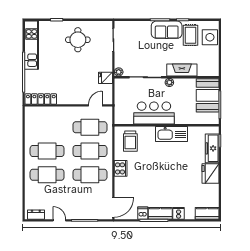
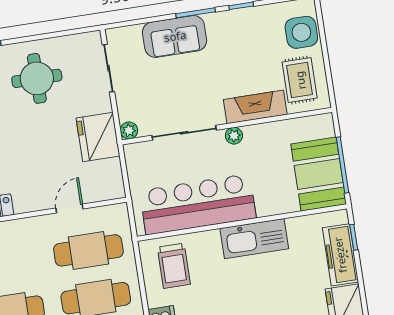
sofa: (167, 30) -> (175, 36), moved
rug: (191, 35) -> (300, 80), moved
fridge: (105, 78) -> (98, 137), width x1.88, depth x1.34
booth: (208, 95) -> (319, 174), moved
door: (95, 105) -> (69, 209), moved
bar counter: (154, 113) -> (198, 204), width x1.36

